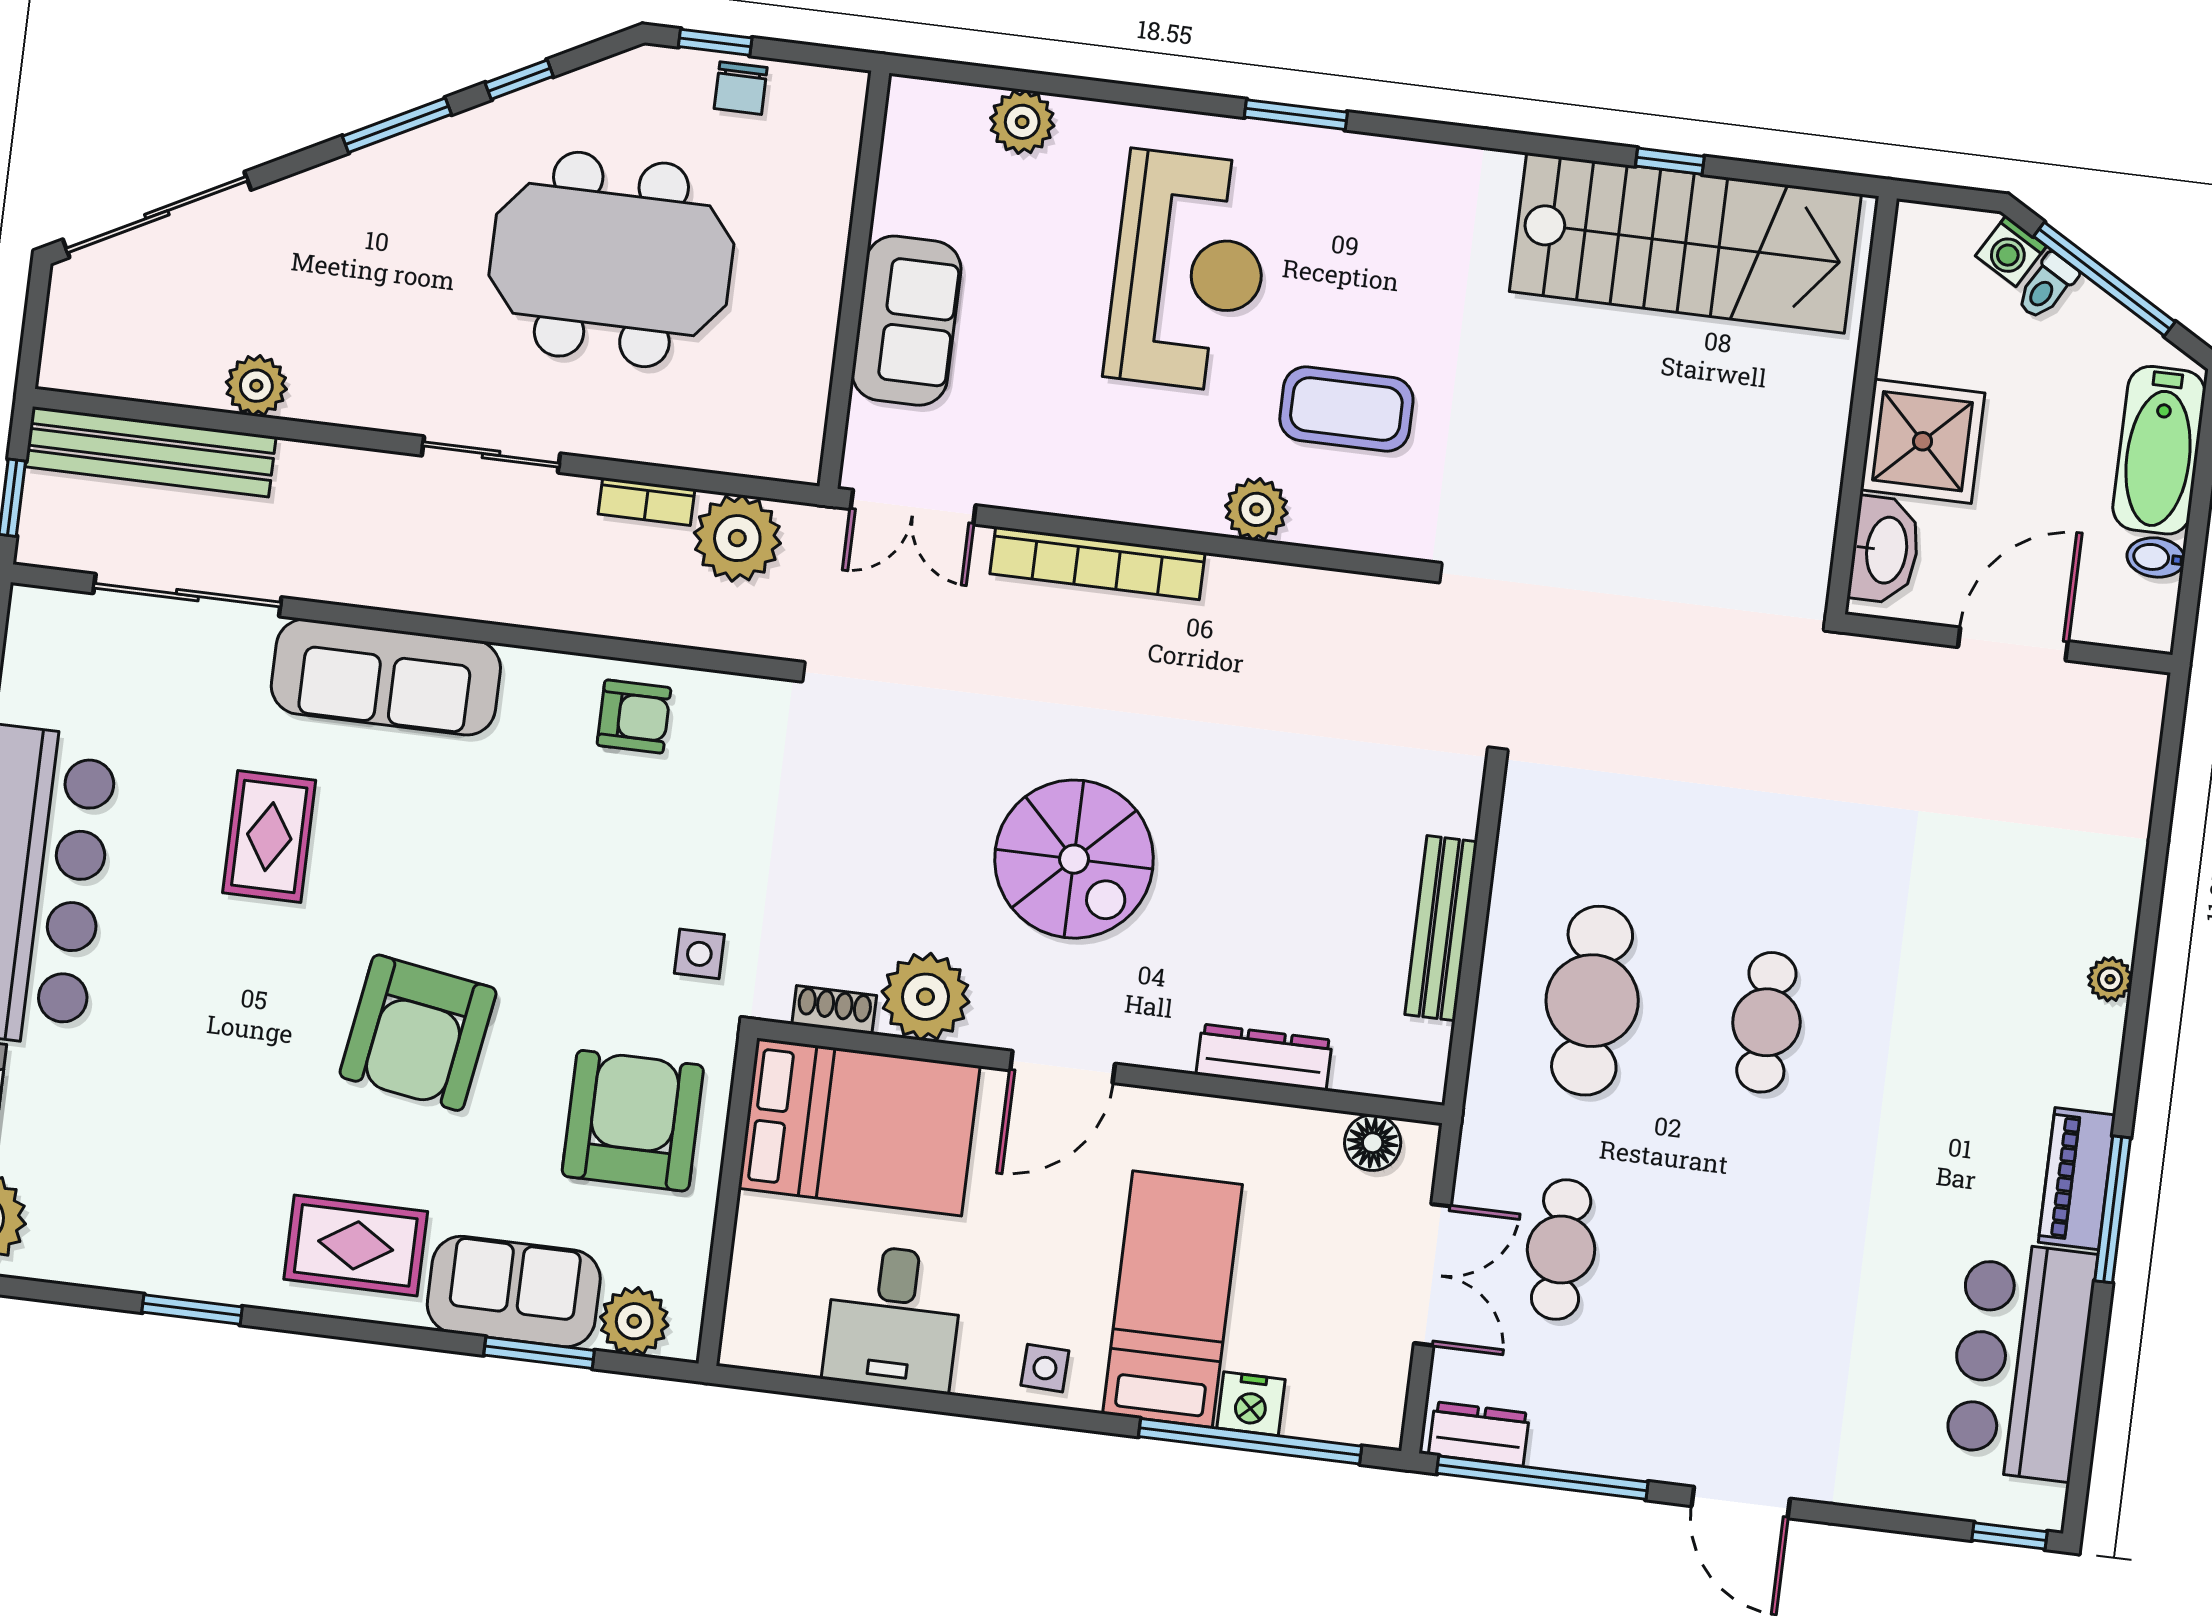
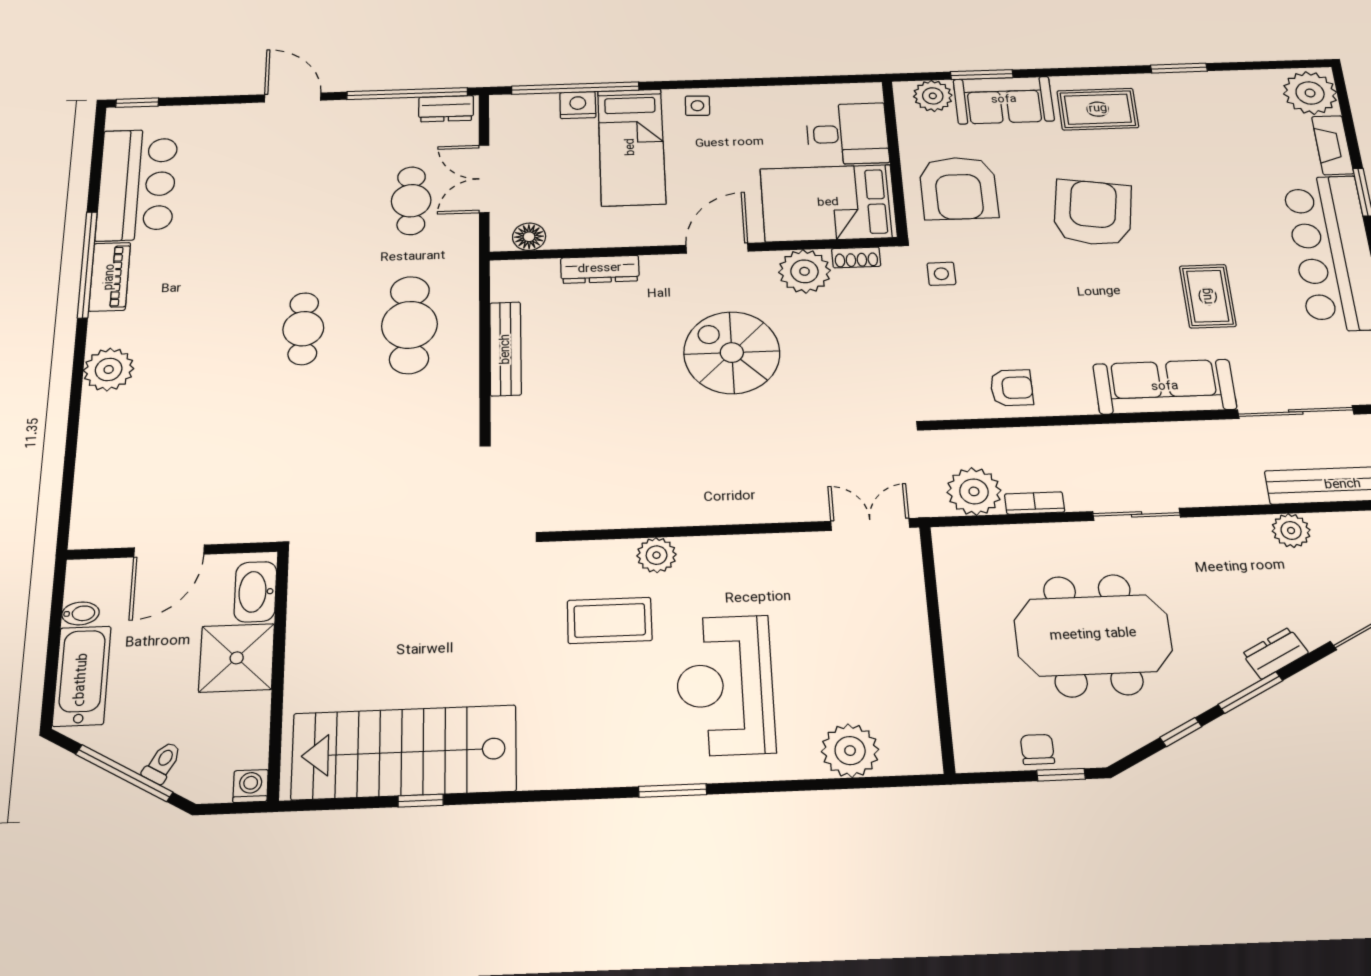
plant: (1022, 122) -> (850, 751), width x1.36, depth x1.36
dresser: (341, 183) -> (1275, 653), added
washing machine: (2011, 251) -> (251, 786), moved, turned -30
sofa: (906, 321) -> (899, 629), removed
bookcase: (1098, 563) -> (750, 511), removed
armchair: (634, 717) -> (1012, 388), turned 180
plant: (2110, 979) -> (109, 369), width x1.87, depth x1.87
window: (2113, 1209) -> (87, 265), width x1.46
desk: (893, 1318) -> (847, 134), moved, turned 90

